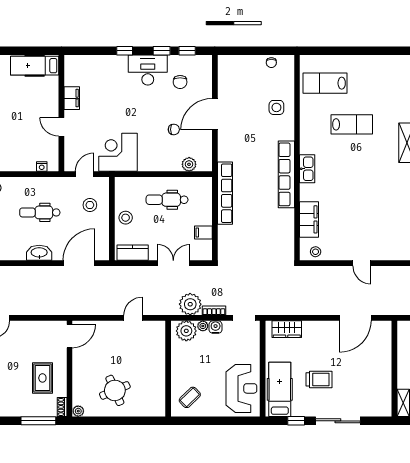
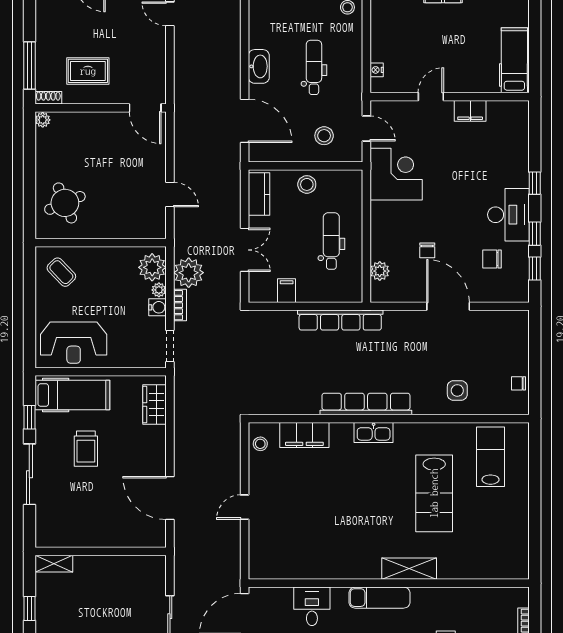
lab bench: (352, 124) -> (434, 493), width x1.36, depth x1.39
round table: (115, 390) -> (65, 203), moved

